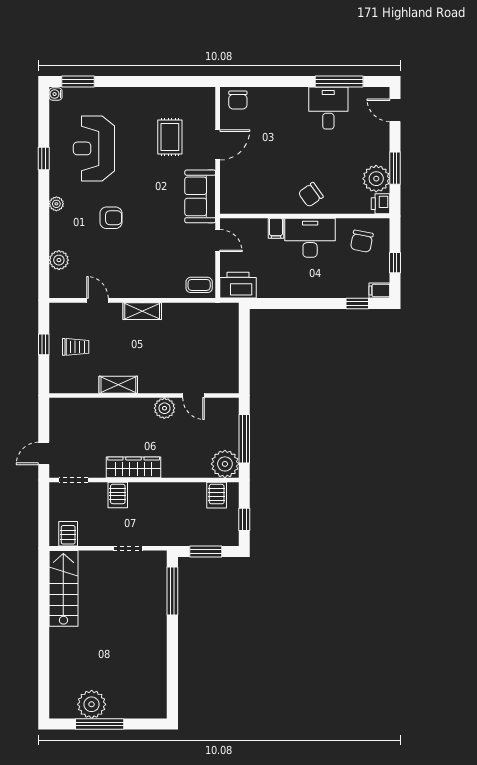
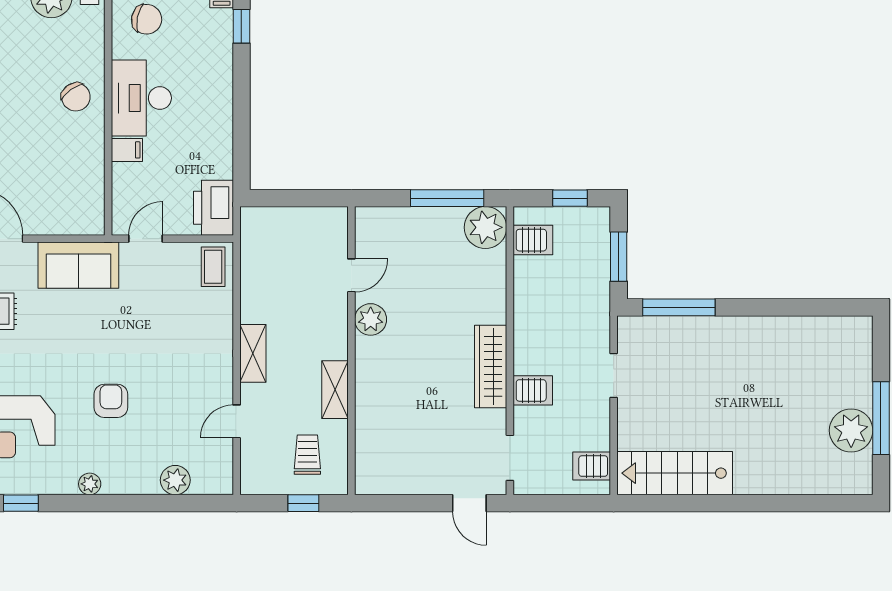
shelving: (118, 385) -> (335, 390), moved
wall: (144, 396) -> (351, 351), moved
door: (193, 396) -> (351, 275), moved
plant: (164, 408) -> (371, 319), moved

